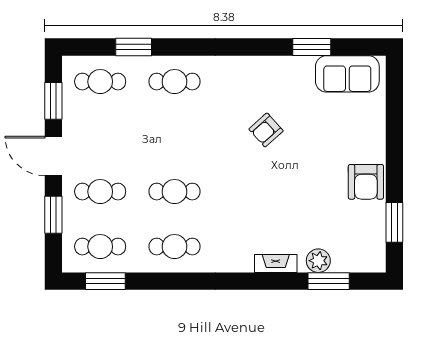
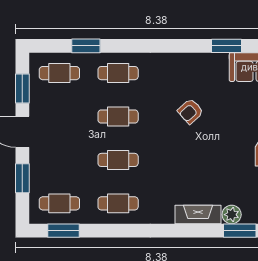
cafe table: (100, 192) -> (118, 117), moved
fireplace: (276, 264) -> (198, 214), width x1.37, depth x1.32

